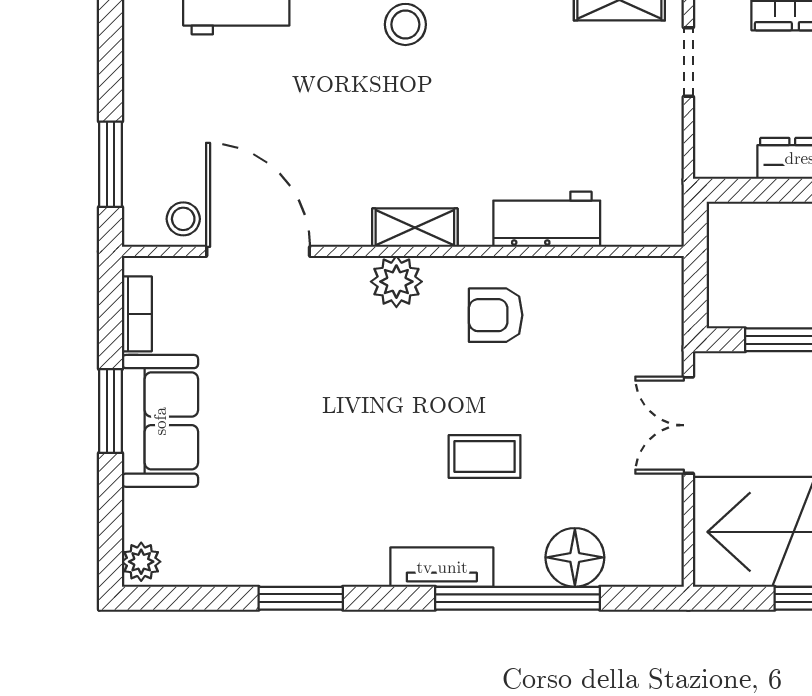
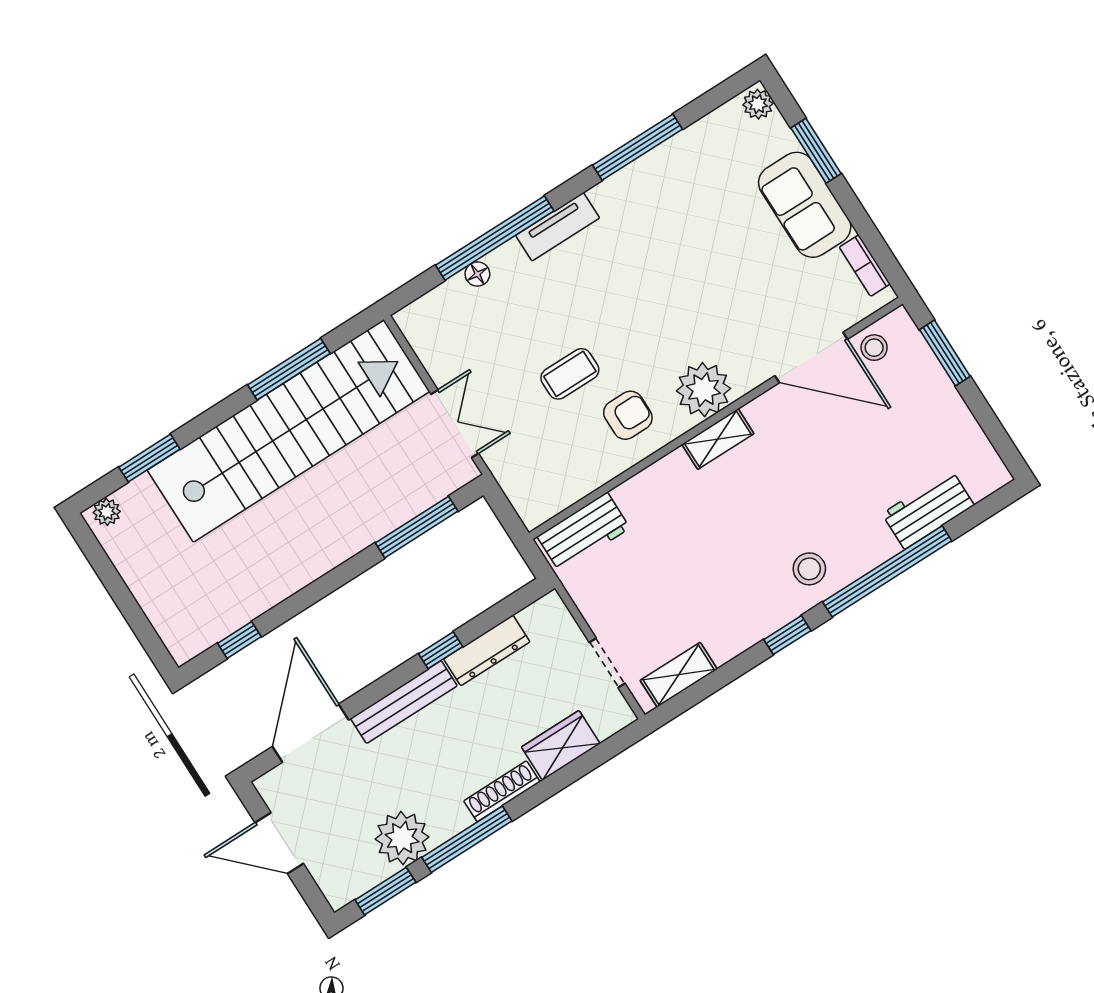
workbench: (547, 219) -> (584, 532), moved
plant: (396, 282) -> (703, 390), width x1.36, depth x1.36
window: (110, 411) -> (816, 151), moved
coffee table: (485, 456) -> (570, 374), moved
floor lamp: (575, 557) -> (477, 274), width x0.53, depth x0.53
window: (301, 598) -> (638, 147), width x1.44

